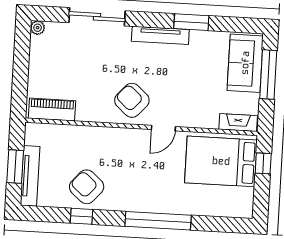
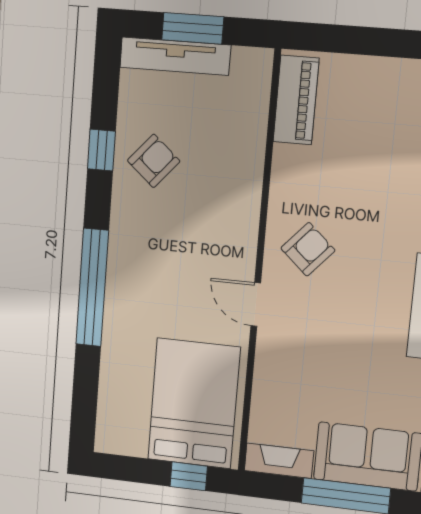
armchair: (132, 100) -> (308, 249), width x0.72, depth x0.72
fireplace: (238, 122) -> (279, 461), moved, turned -90
armchair: (87, 187) -> (154, 161), width x0.72, depth x0.72

